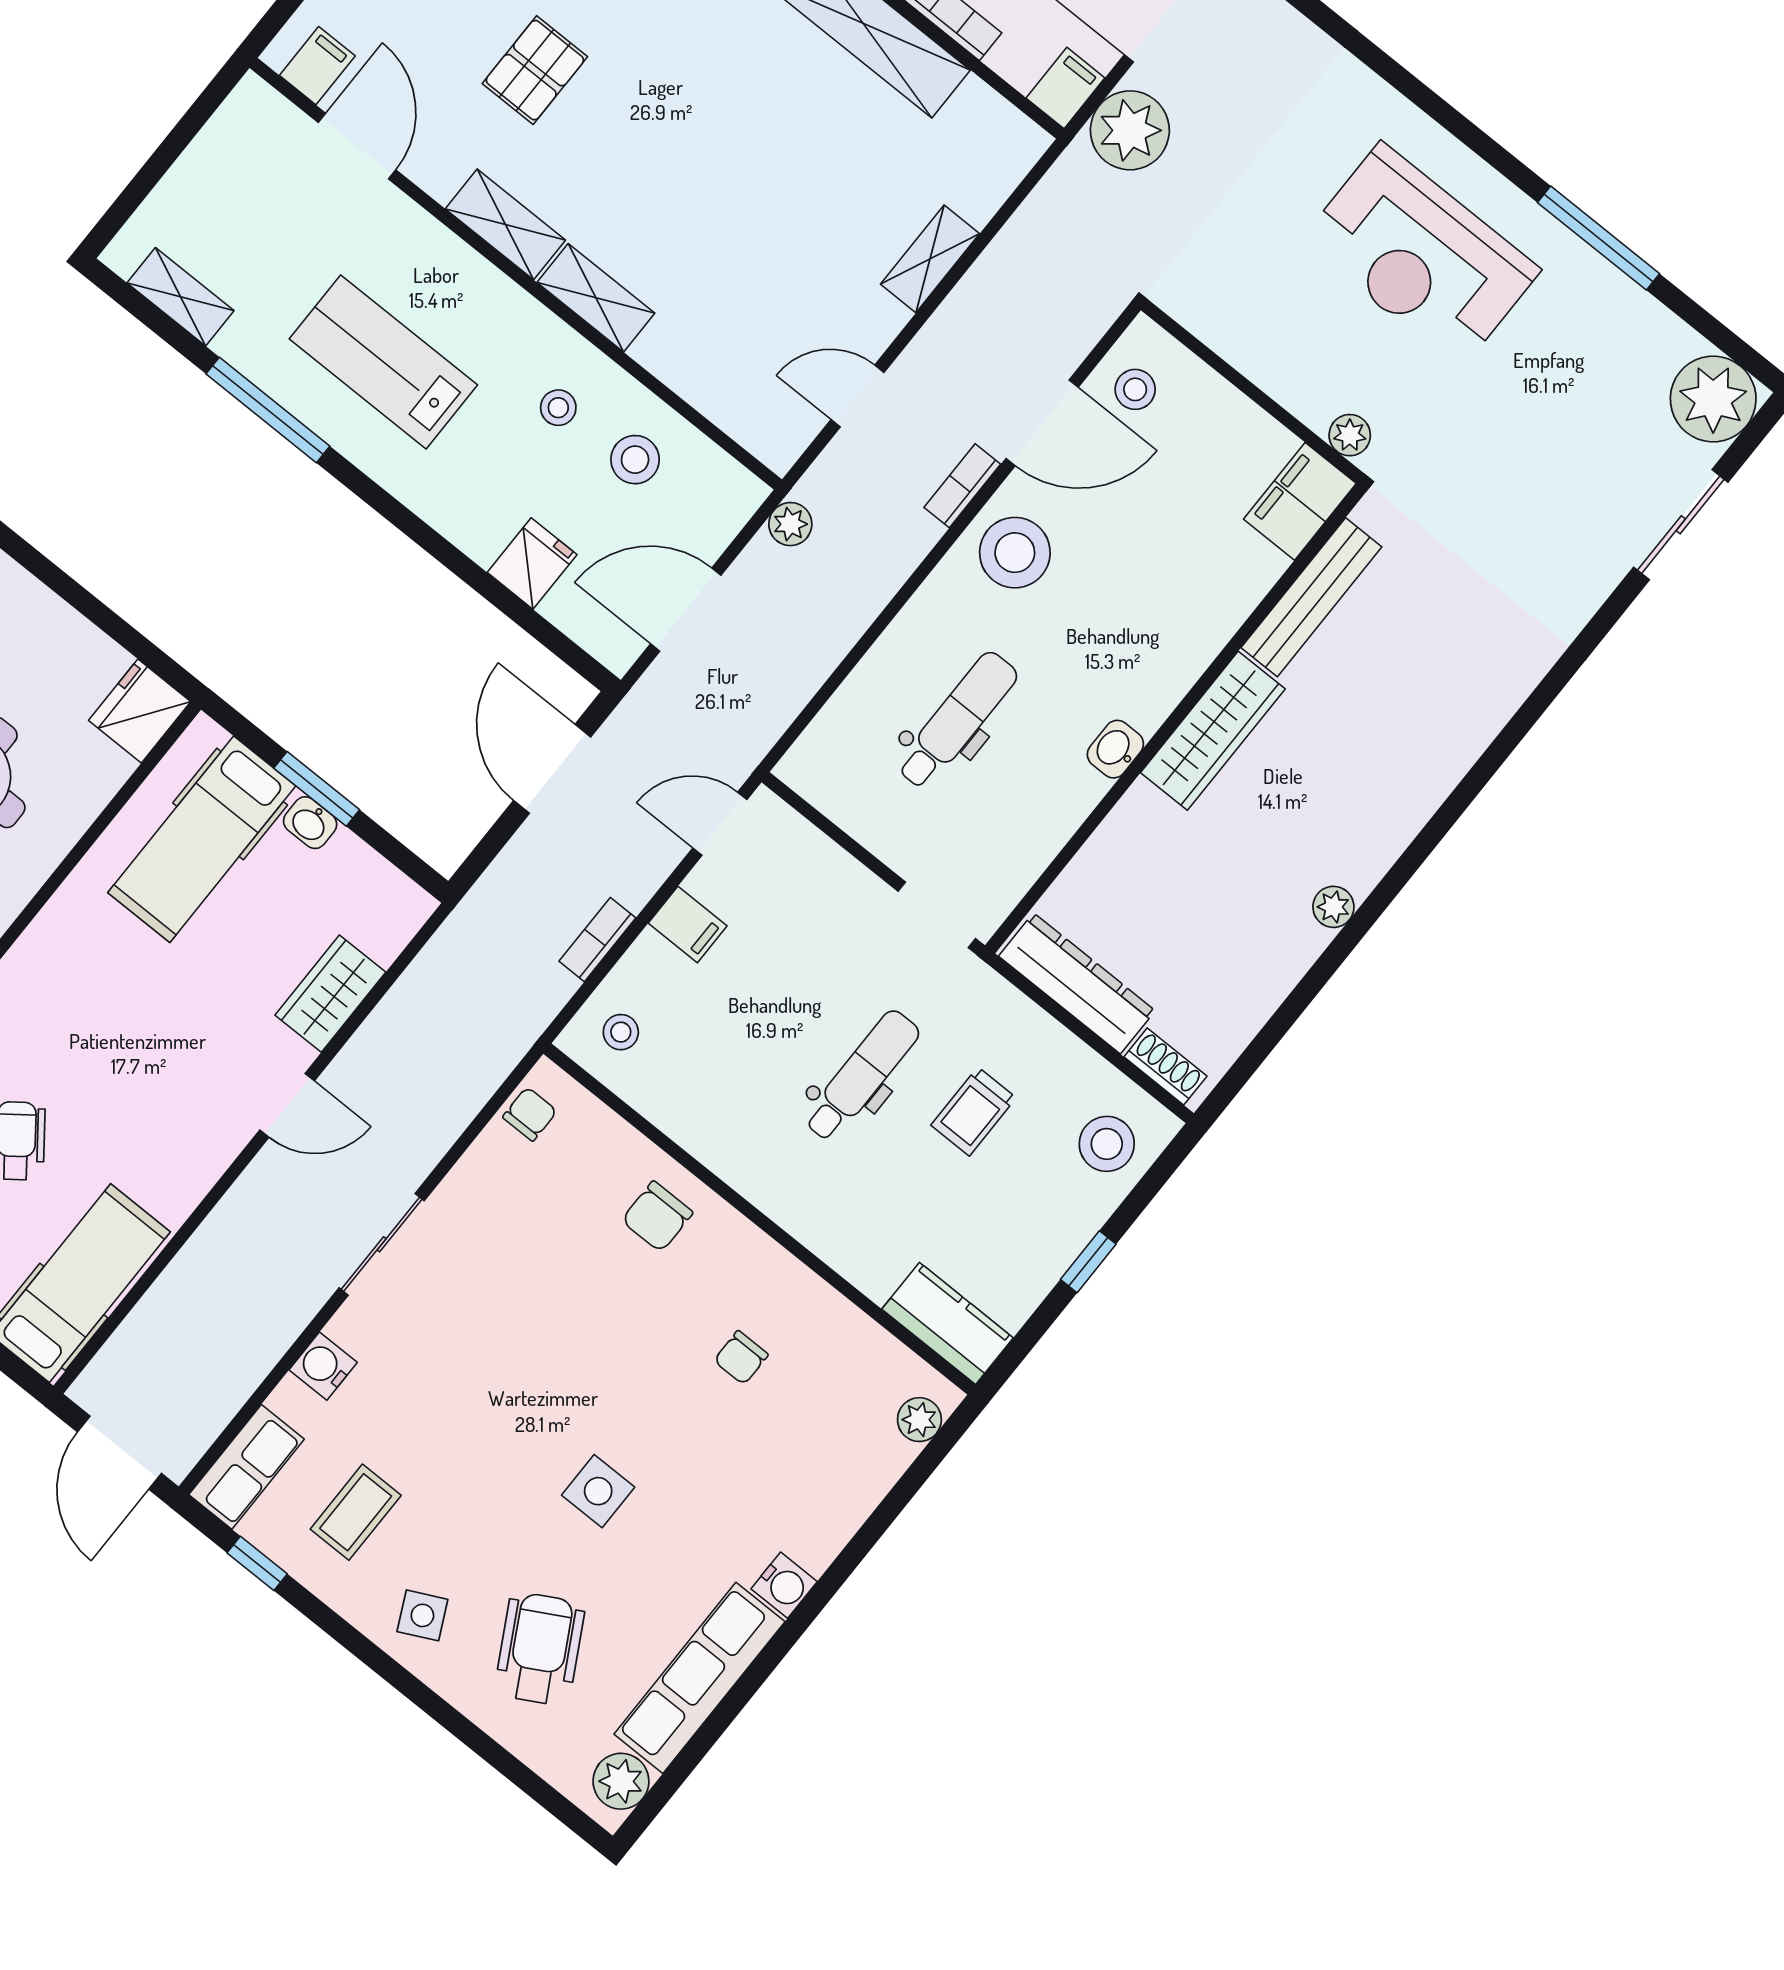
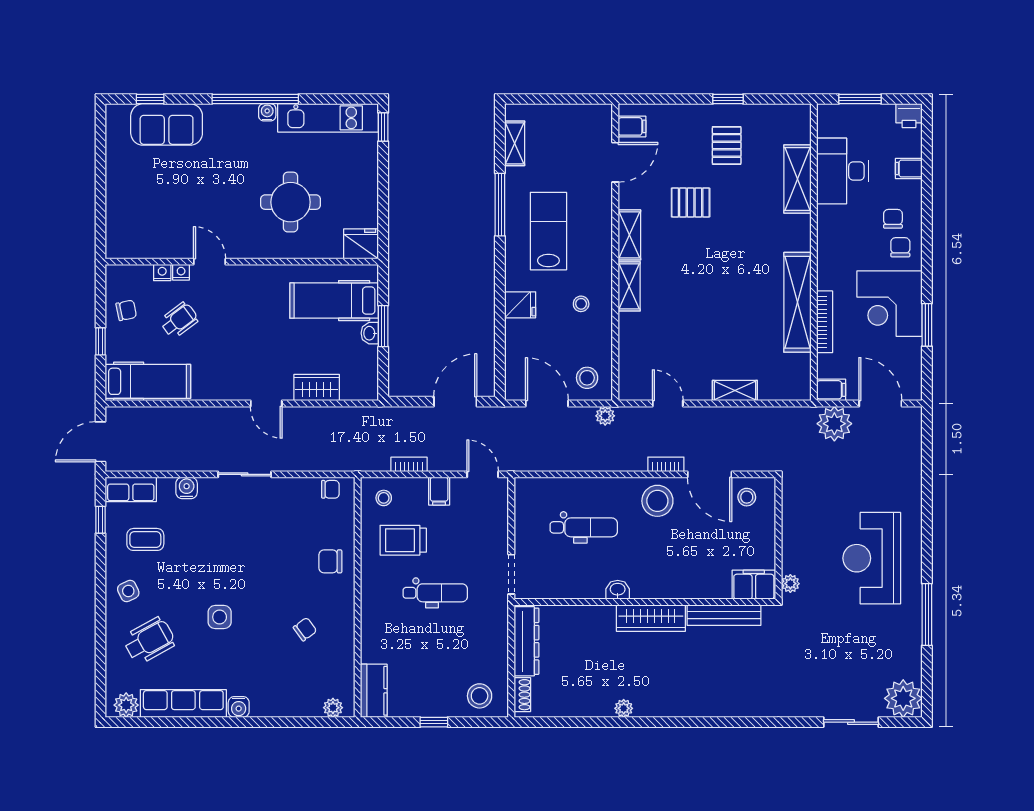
stool: (635, 460) -> (587, 378), moved
fridge: (532, 564) -> (520, 305), moved
trolley: (974, 1111) -> (403, 540), moved, width x1.36, depth x1.39
chair: (741, 1358) -> (305, 629), turned 144

